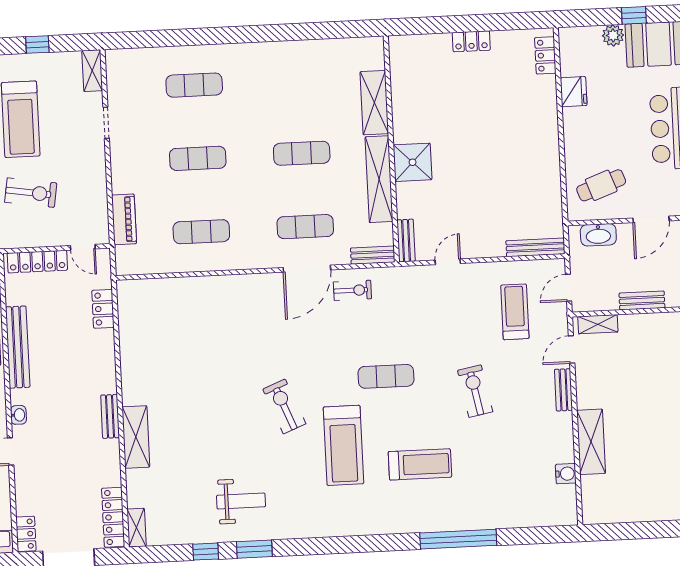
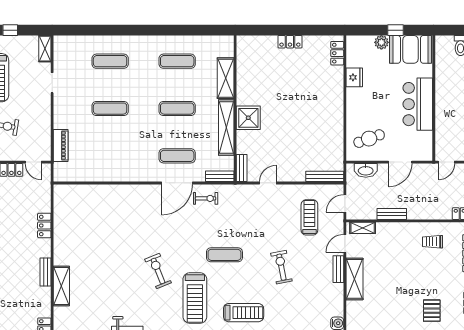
exercise mat: (201, 232) -> (177, 61), moved
locker: (103, 309) -> (44, 225), moved
shelving: (591, 442) -> (354, 279), moved

